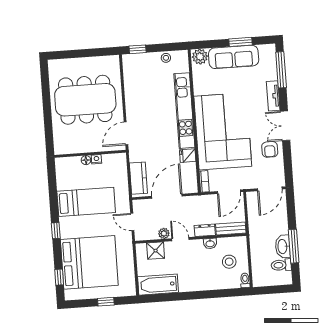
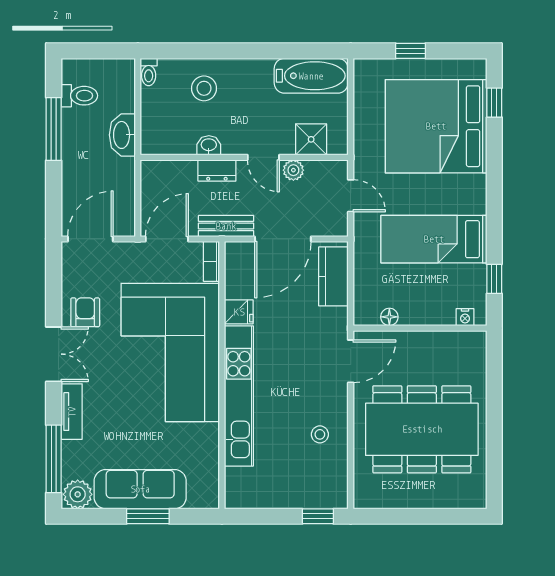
window: (240, 42) -> (148, 516), moved
plant: (200, 57) -> (78, 494), moved
stool: (166, 58) -> (320, 434), moved
nightstand: (96, 159) -> (465, 317), moved
floor lamp: (86, 160) -> (389, 317), moved
bench: (231, 229) -> (226, 226), moved
window: (56, 231) -> (494, 279), moved
washbasin: (283, 247) -> (122, 135), moved, turned 180
stool: (229, 262) -> (204, 88), moved

